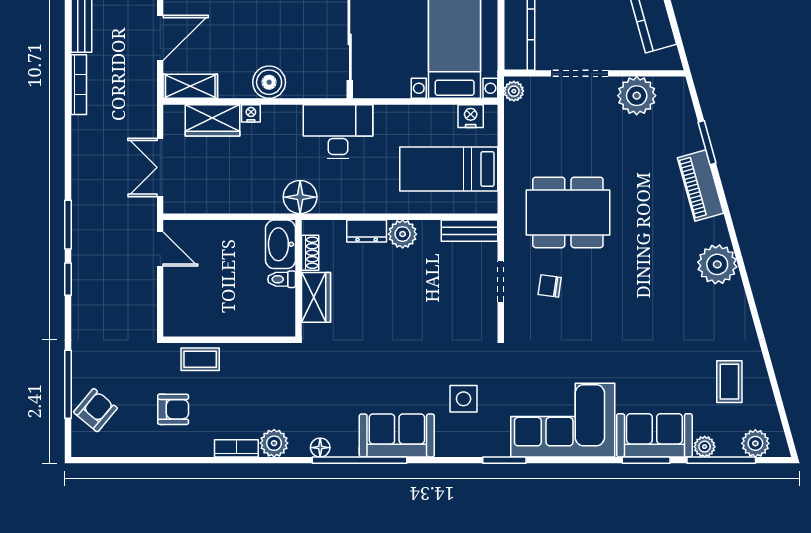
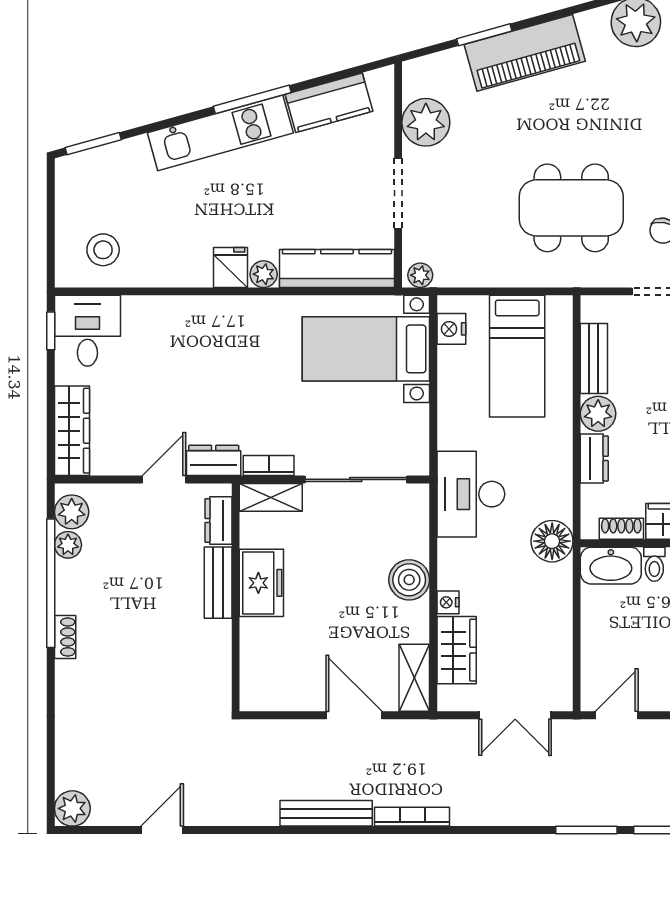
piano: (700, 185) -> (525, 53), width x1.37, depth x1.33
dining table: (568, 212) -> (571, 208), turned 90
bench: (470, 231) -> (594, 358), moved

